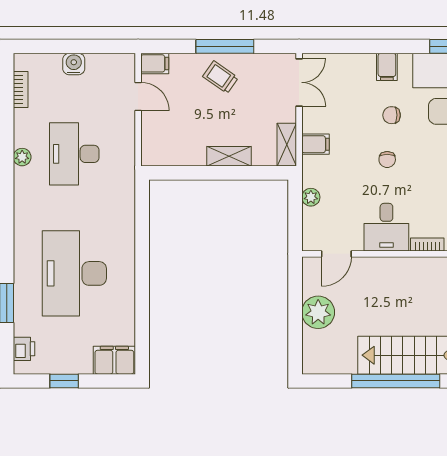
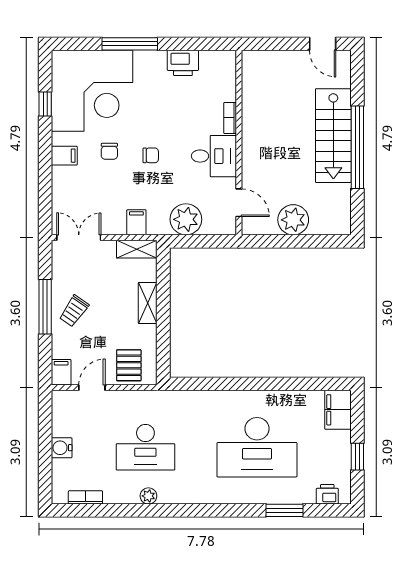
pallet: (162, 136) -> (129, 365), added
plant: (311, 197) -> (186, 219), width x1.88, depth x1.88

